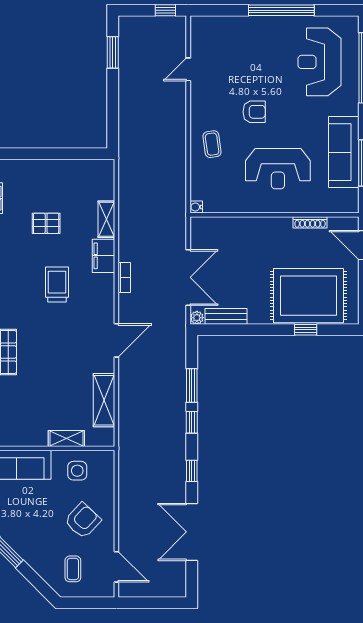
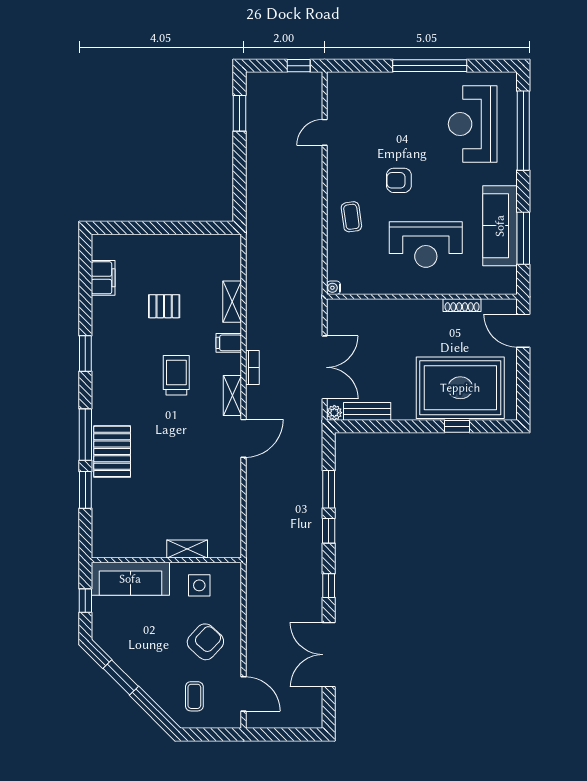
armchair: (254, 112) -> (399, 180), turned 180
filing cabinet: (103, 256) -> (229, 343), width x0.50
shelving: (104, 400) -> (232, 396), moved, width x0.67, depth x0.75

